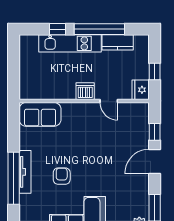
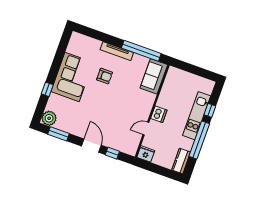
kitchen counter: (118, 42) -> (181, 161), moved
window: (155, 72) -> (155, 168), removed
window: (14, 178) -> (141, 51), moved

